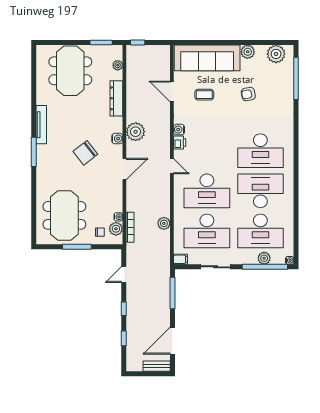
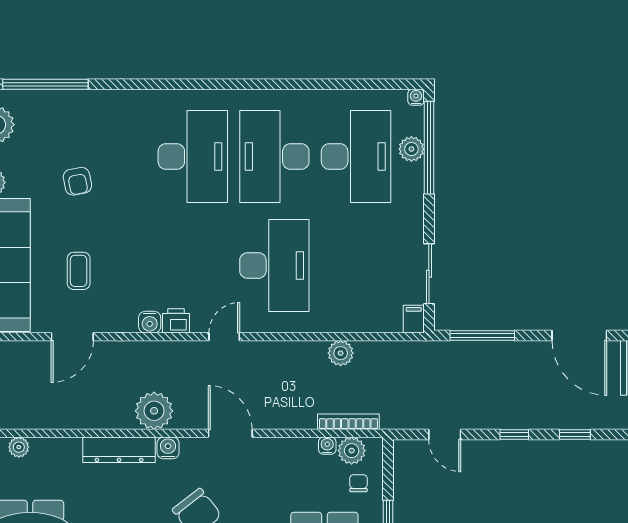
dresser: (116, 98) -> (119, 450), moved
desk: (207, 231) -> (356, 266), removed
sliding door: (216, 267) -> (429, 274), moved

